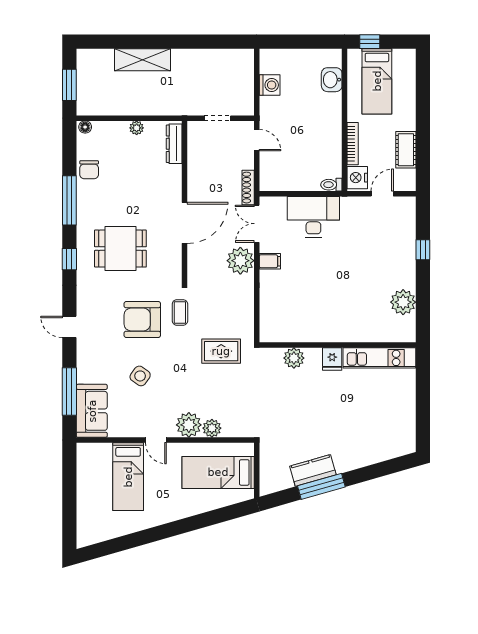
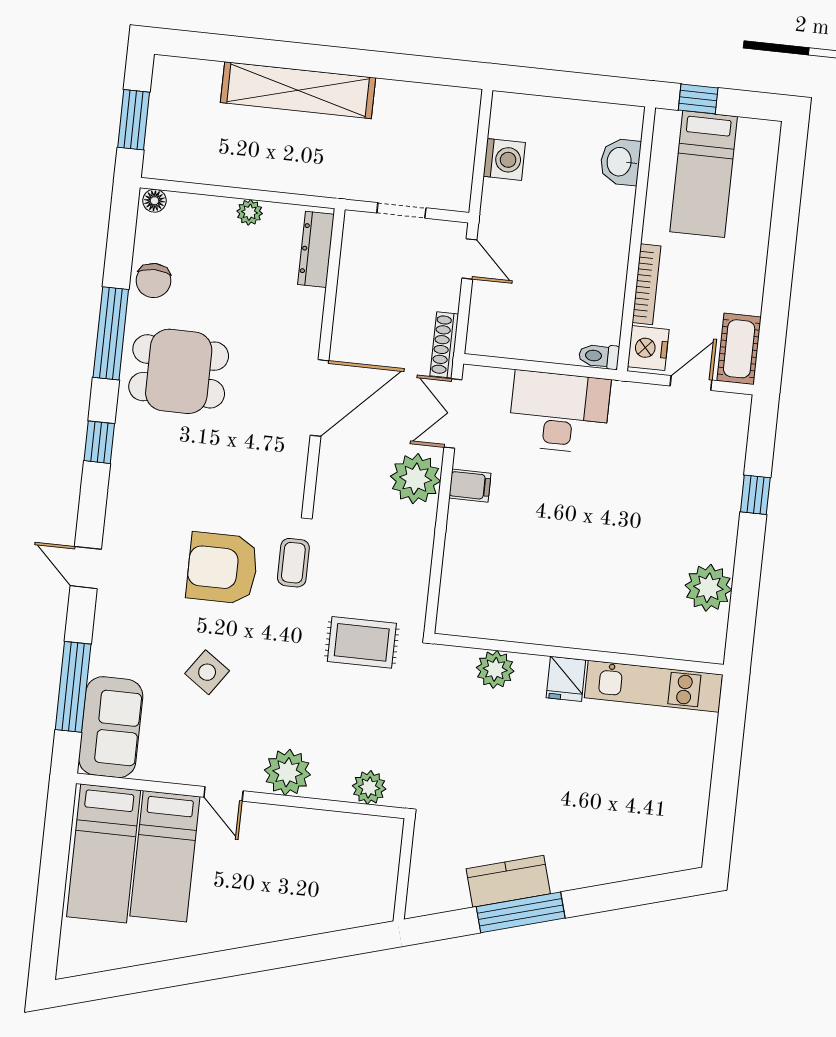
shelving: (143, 60) -> (298, 90), width x1.47
cot: (406, 150) -> (739, 349), moved
dining table: (120, 249) -> (179, 371), moved
plant: (212, 428) -> (369, 787), moved
bed: (218, 472) -> (104, 853), moved, turned -90

